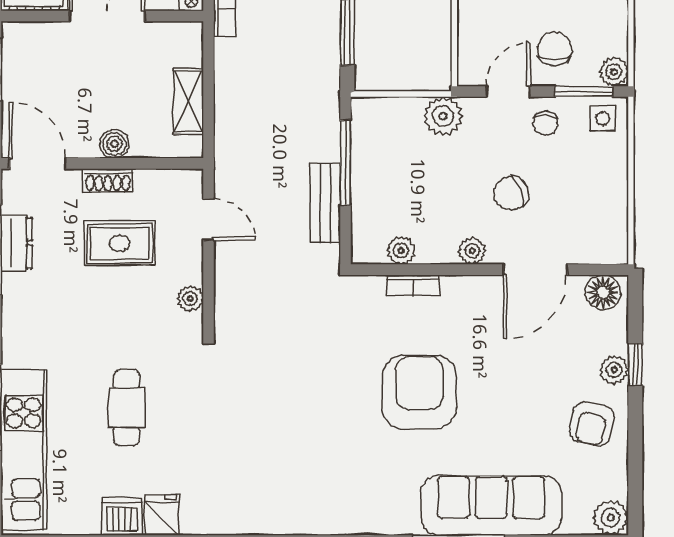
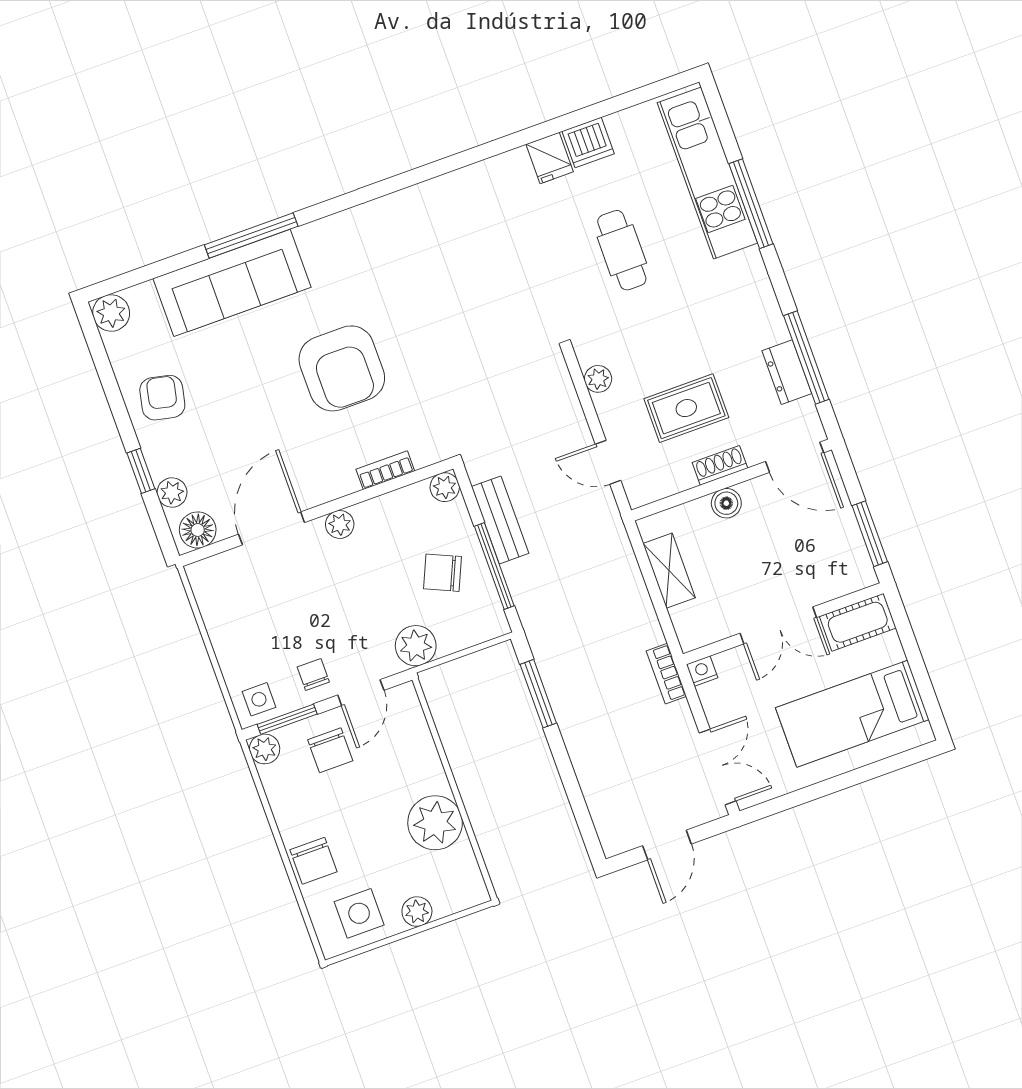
chair: (511, 193) -> (442, 573), moved, turned -134
plant: (401, 250) -> (445, 487), moved
plant: (614, 370) -> (172, 493), moved

